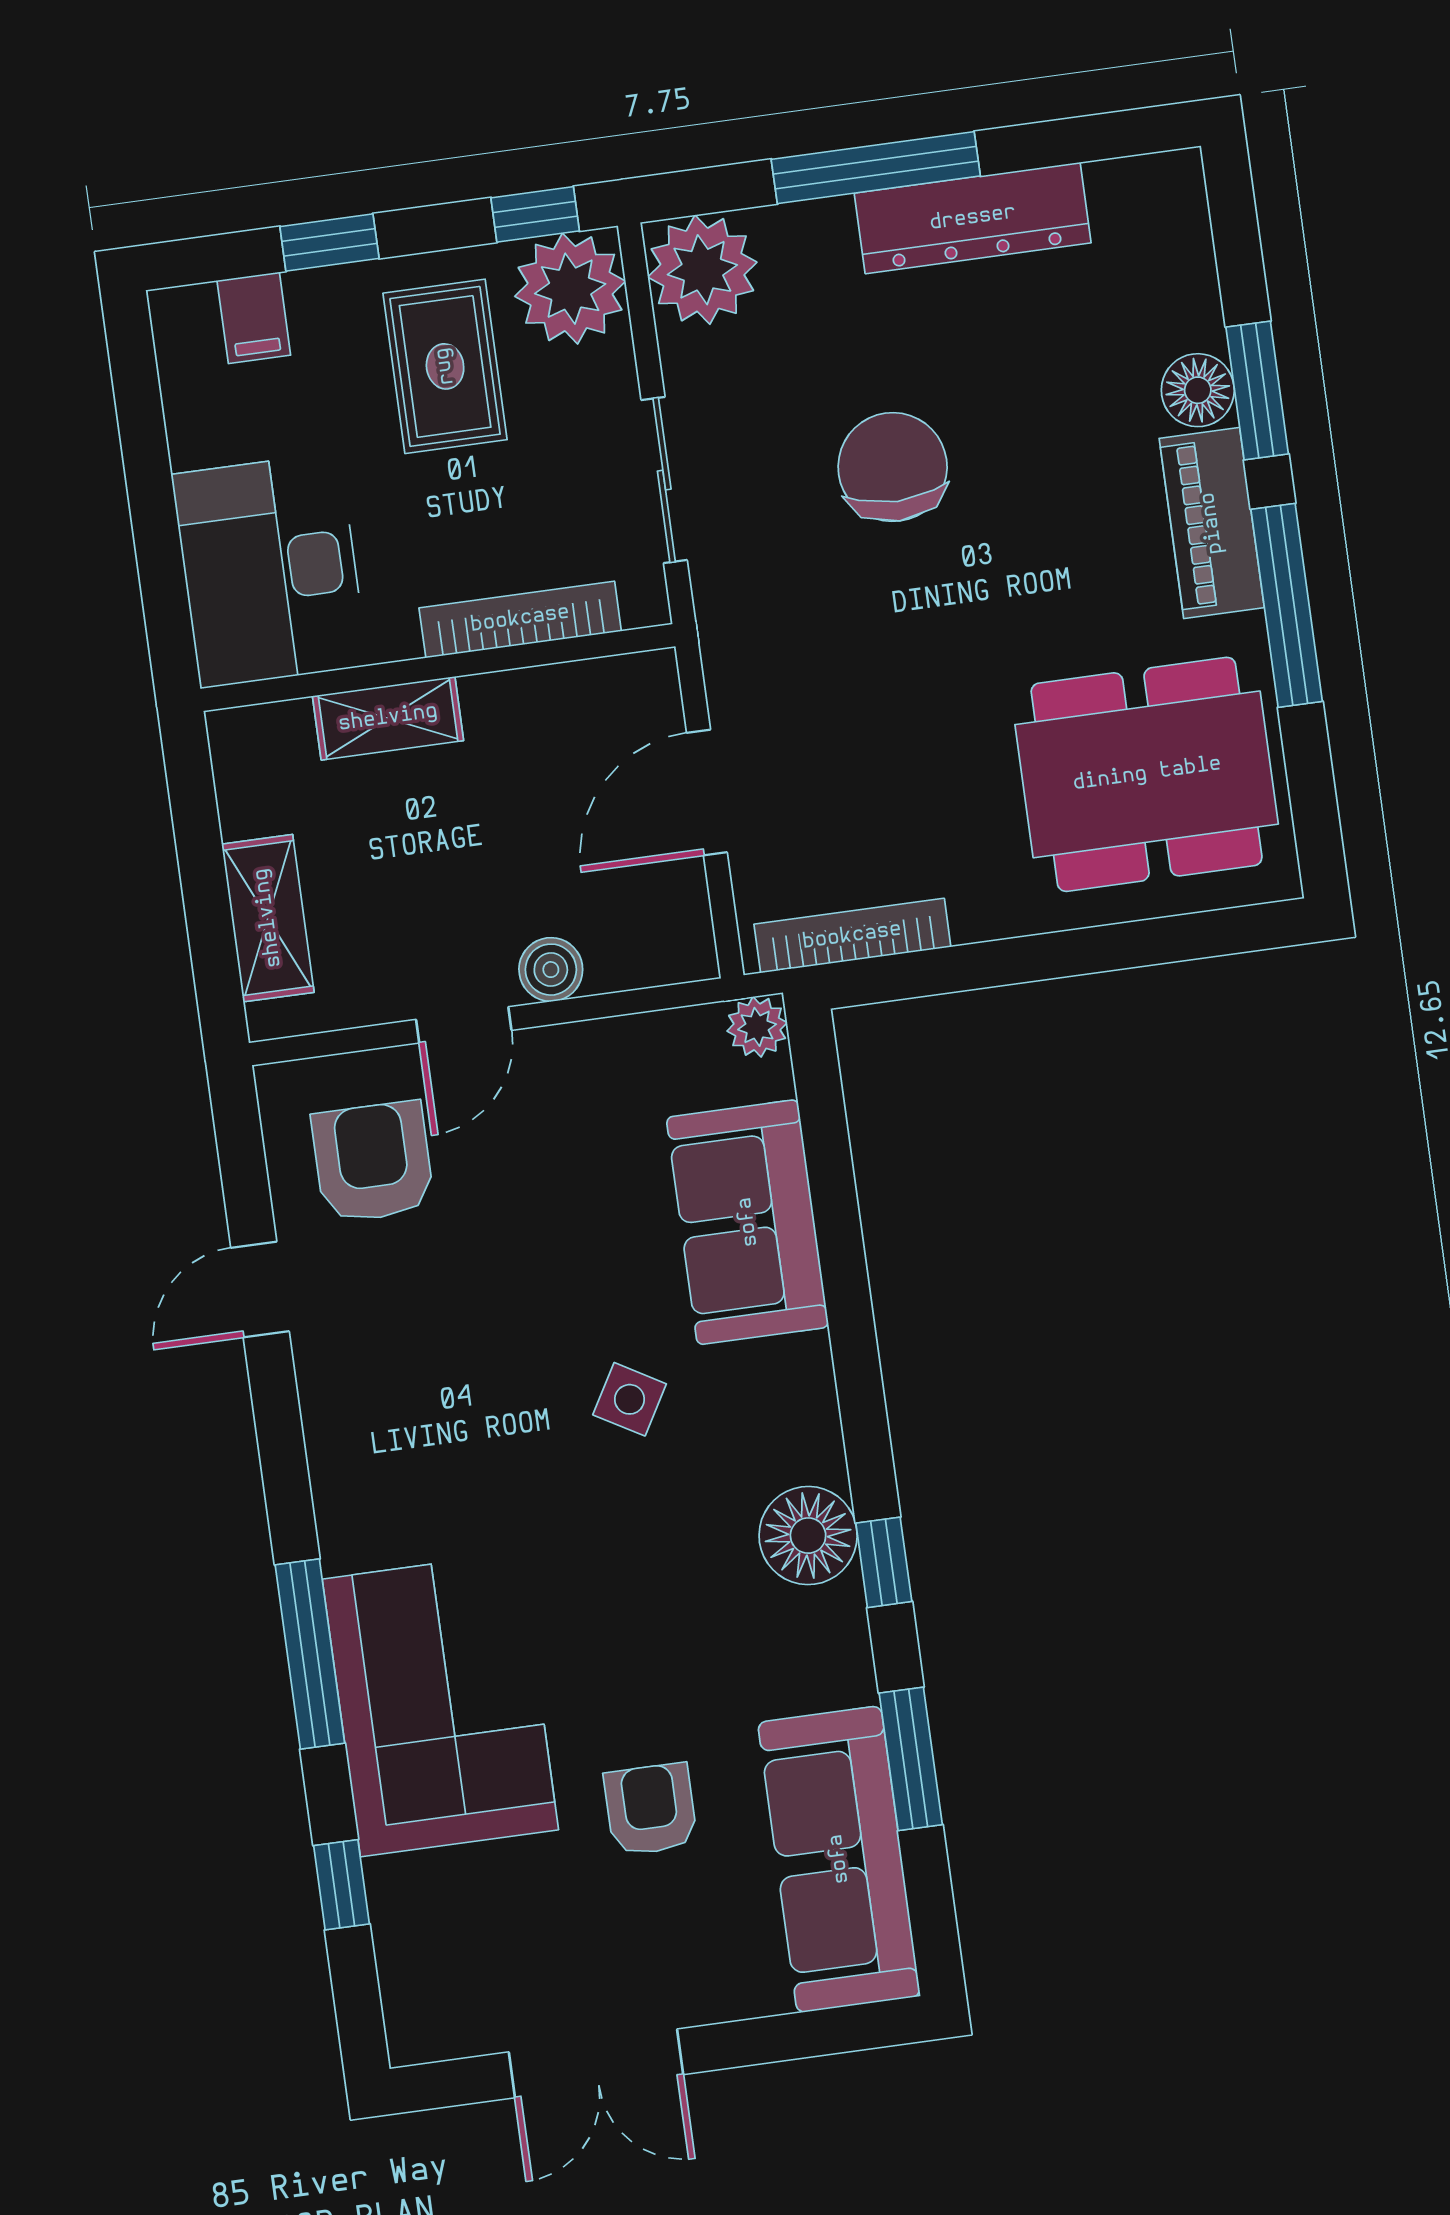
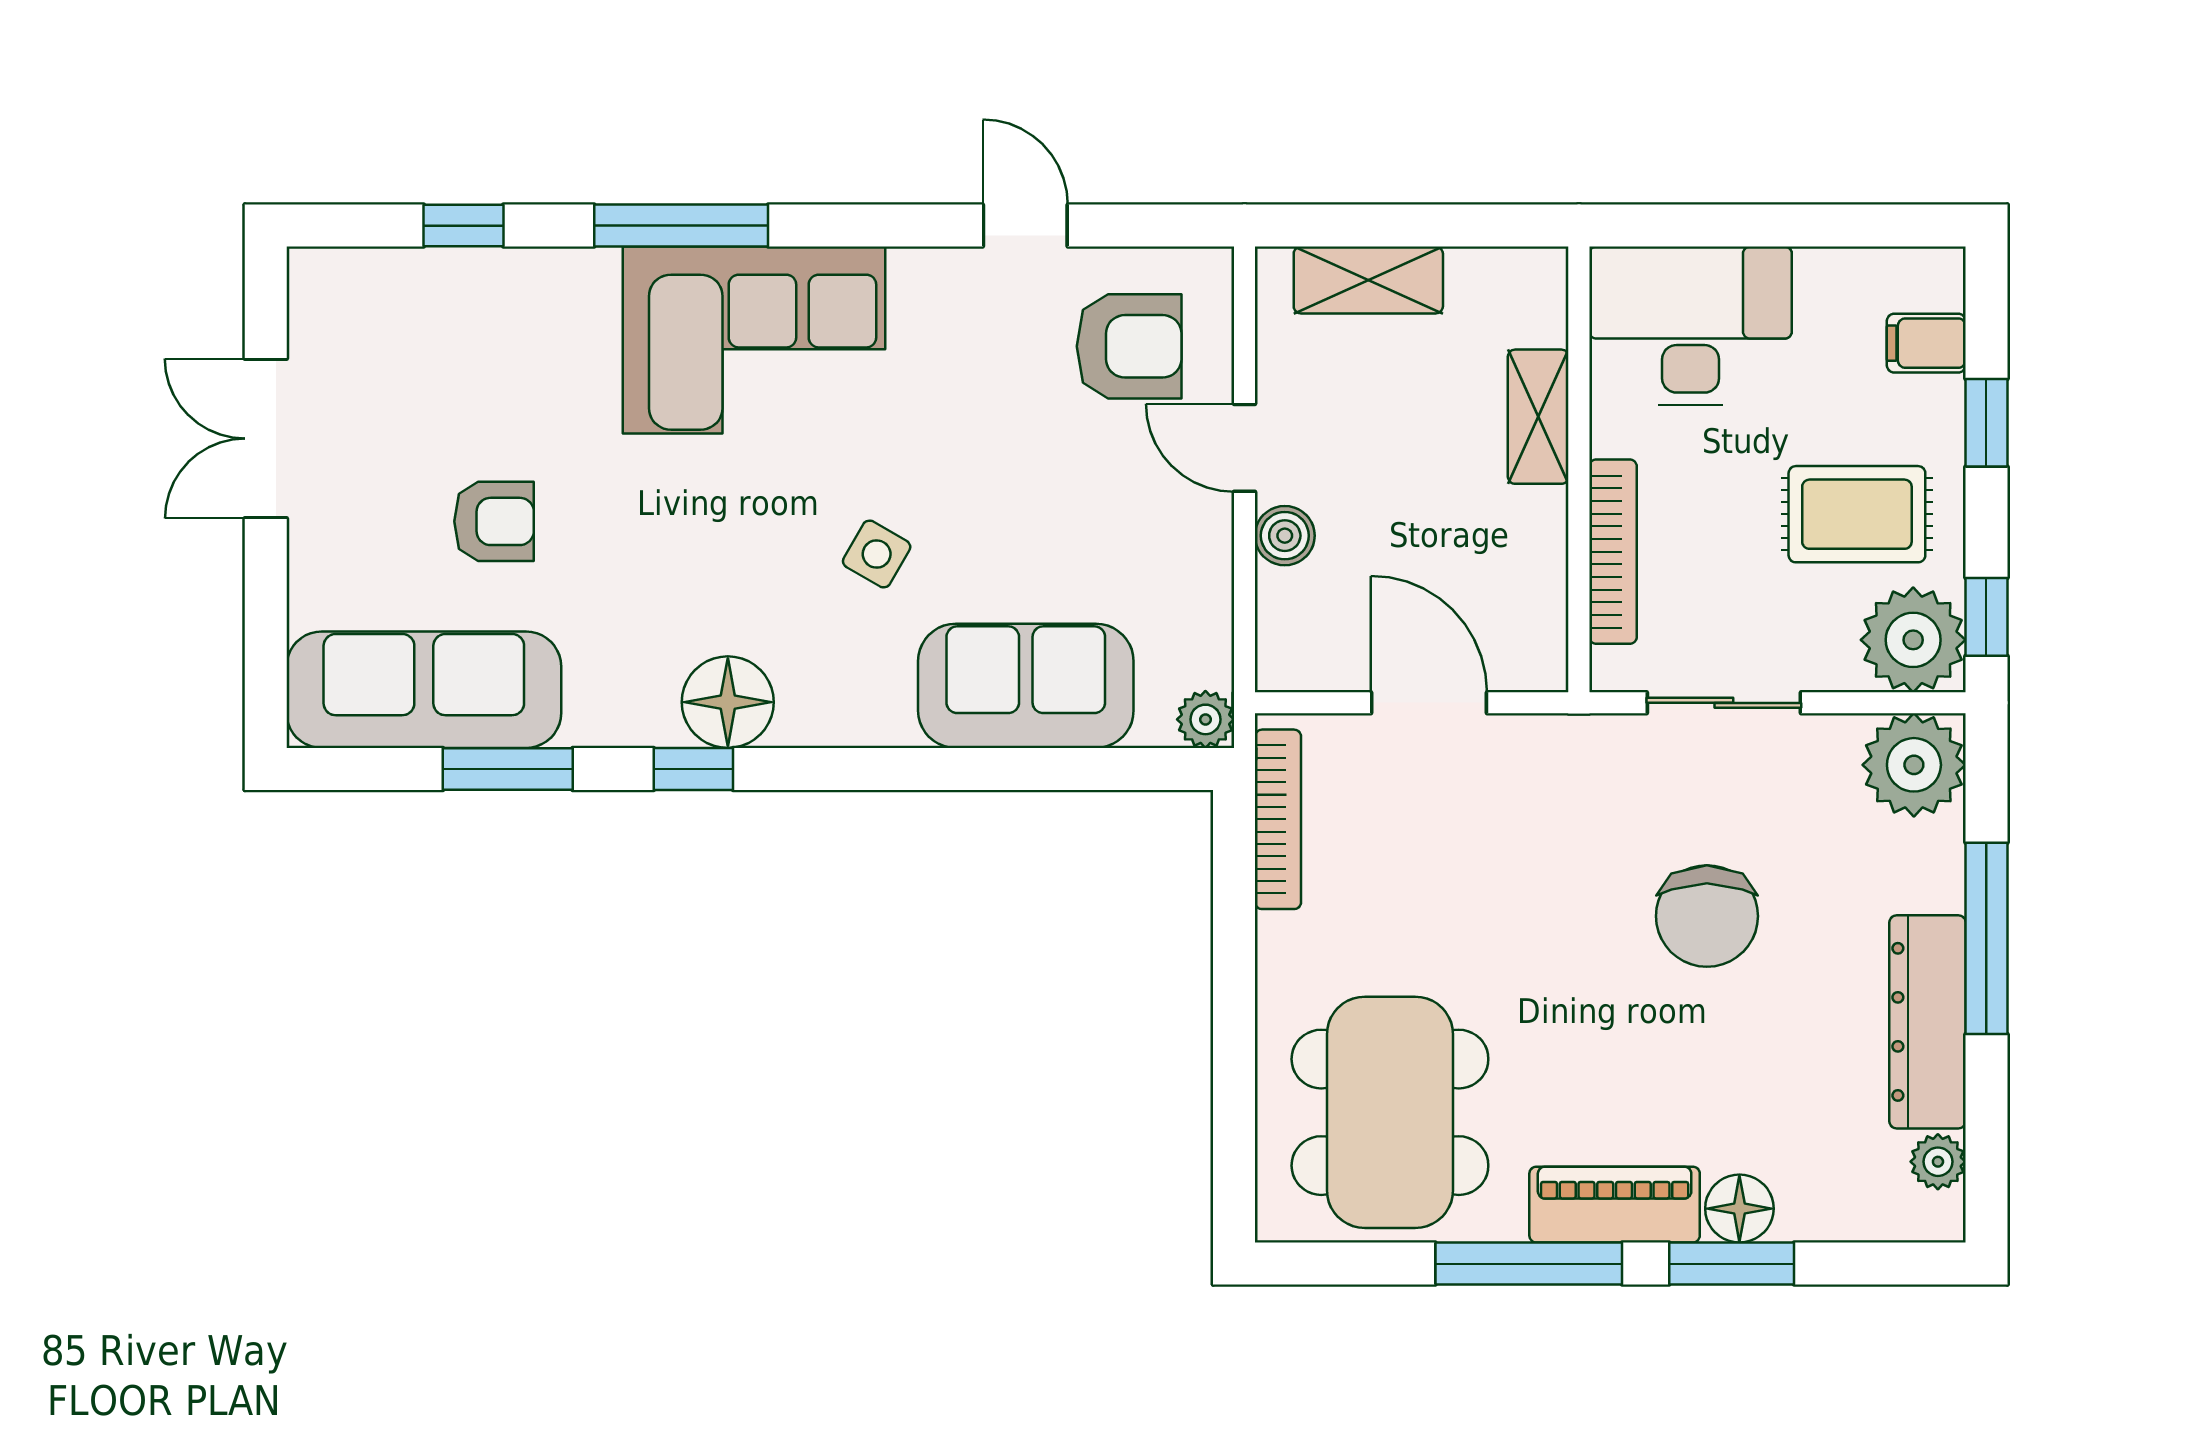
plant: (1119, 187) -> (1938, 1162), added
chair: (893, 467) -> (1707, 916), turned 90
corner sofa: (440, 1704) -> (754, 340), moved

